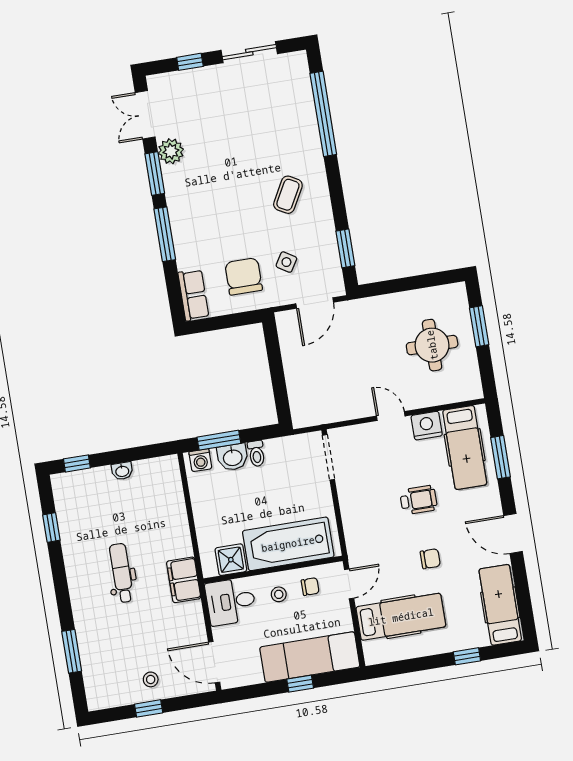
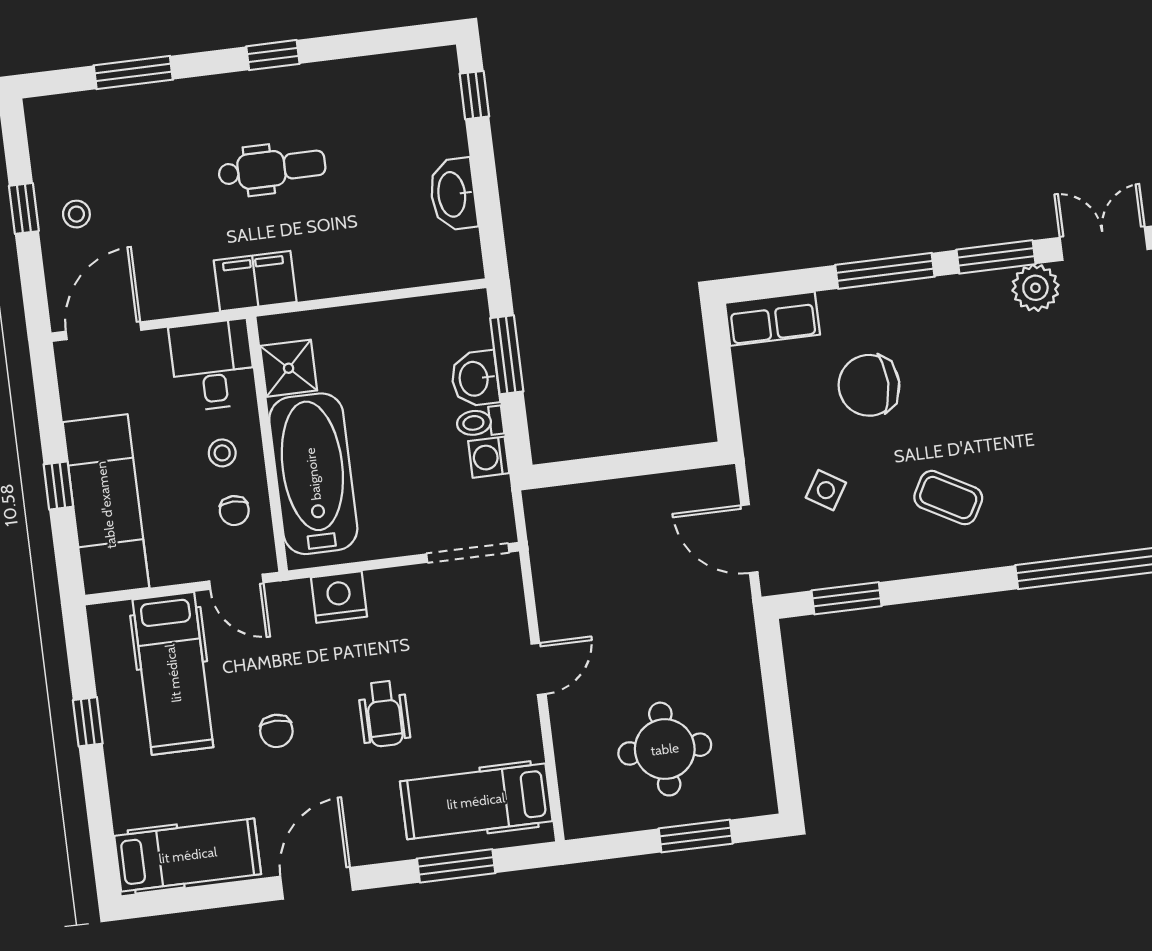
chair: (244, 276) -> (869, 385), moved, turned 180
nightstand: (427, 426) -> (339, 597), moved, turned -90
washing machine: (200, 460) -> (489, 457), moved
washbasin: (122, 471) -> (453, 194), width x1.91, depth x1.45
window: (51, 528) -> (273, 55), moved
window: (467, 656) -> (88, 722), moved

